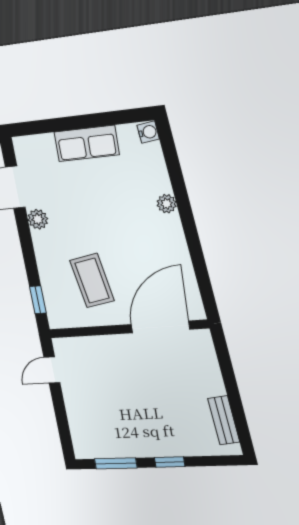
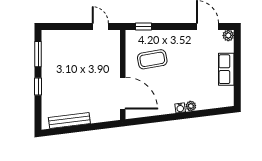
water cooler: (148, 132) -> (180, 108), moved
plant: (38, 219) -> (228, 35), moved
bench: (224, 420) -> (69, 121), width x1.36

